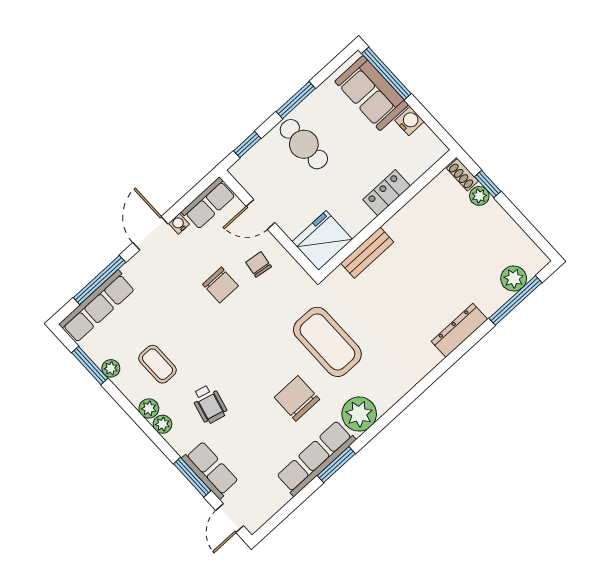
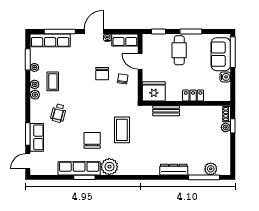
coffee table: (327, 342) -> (122, 130), width x0.73, depth x0.76
plant: (162, 424) -> (35, 84), moved

